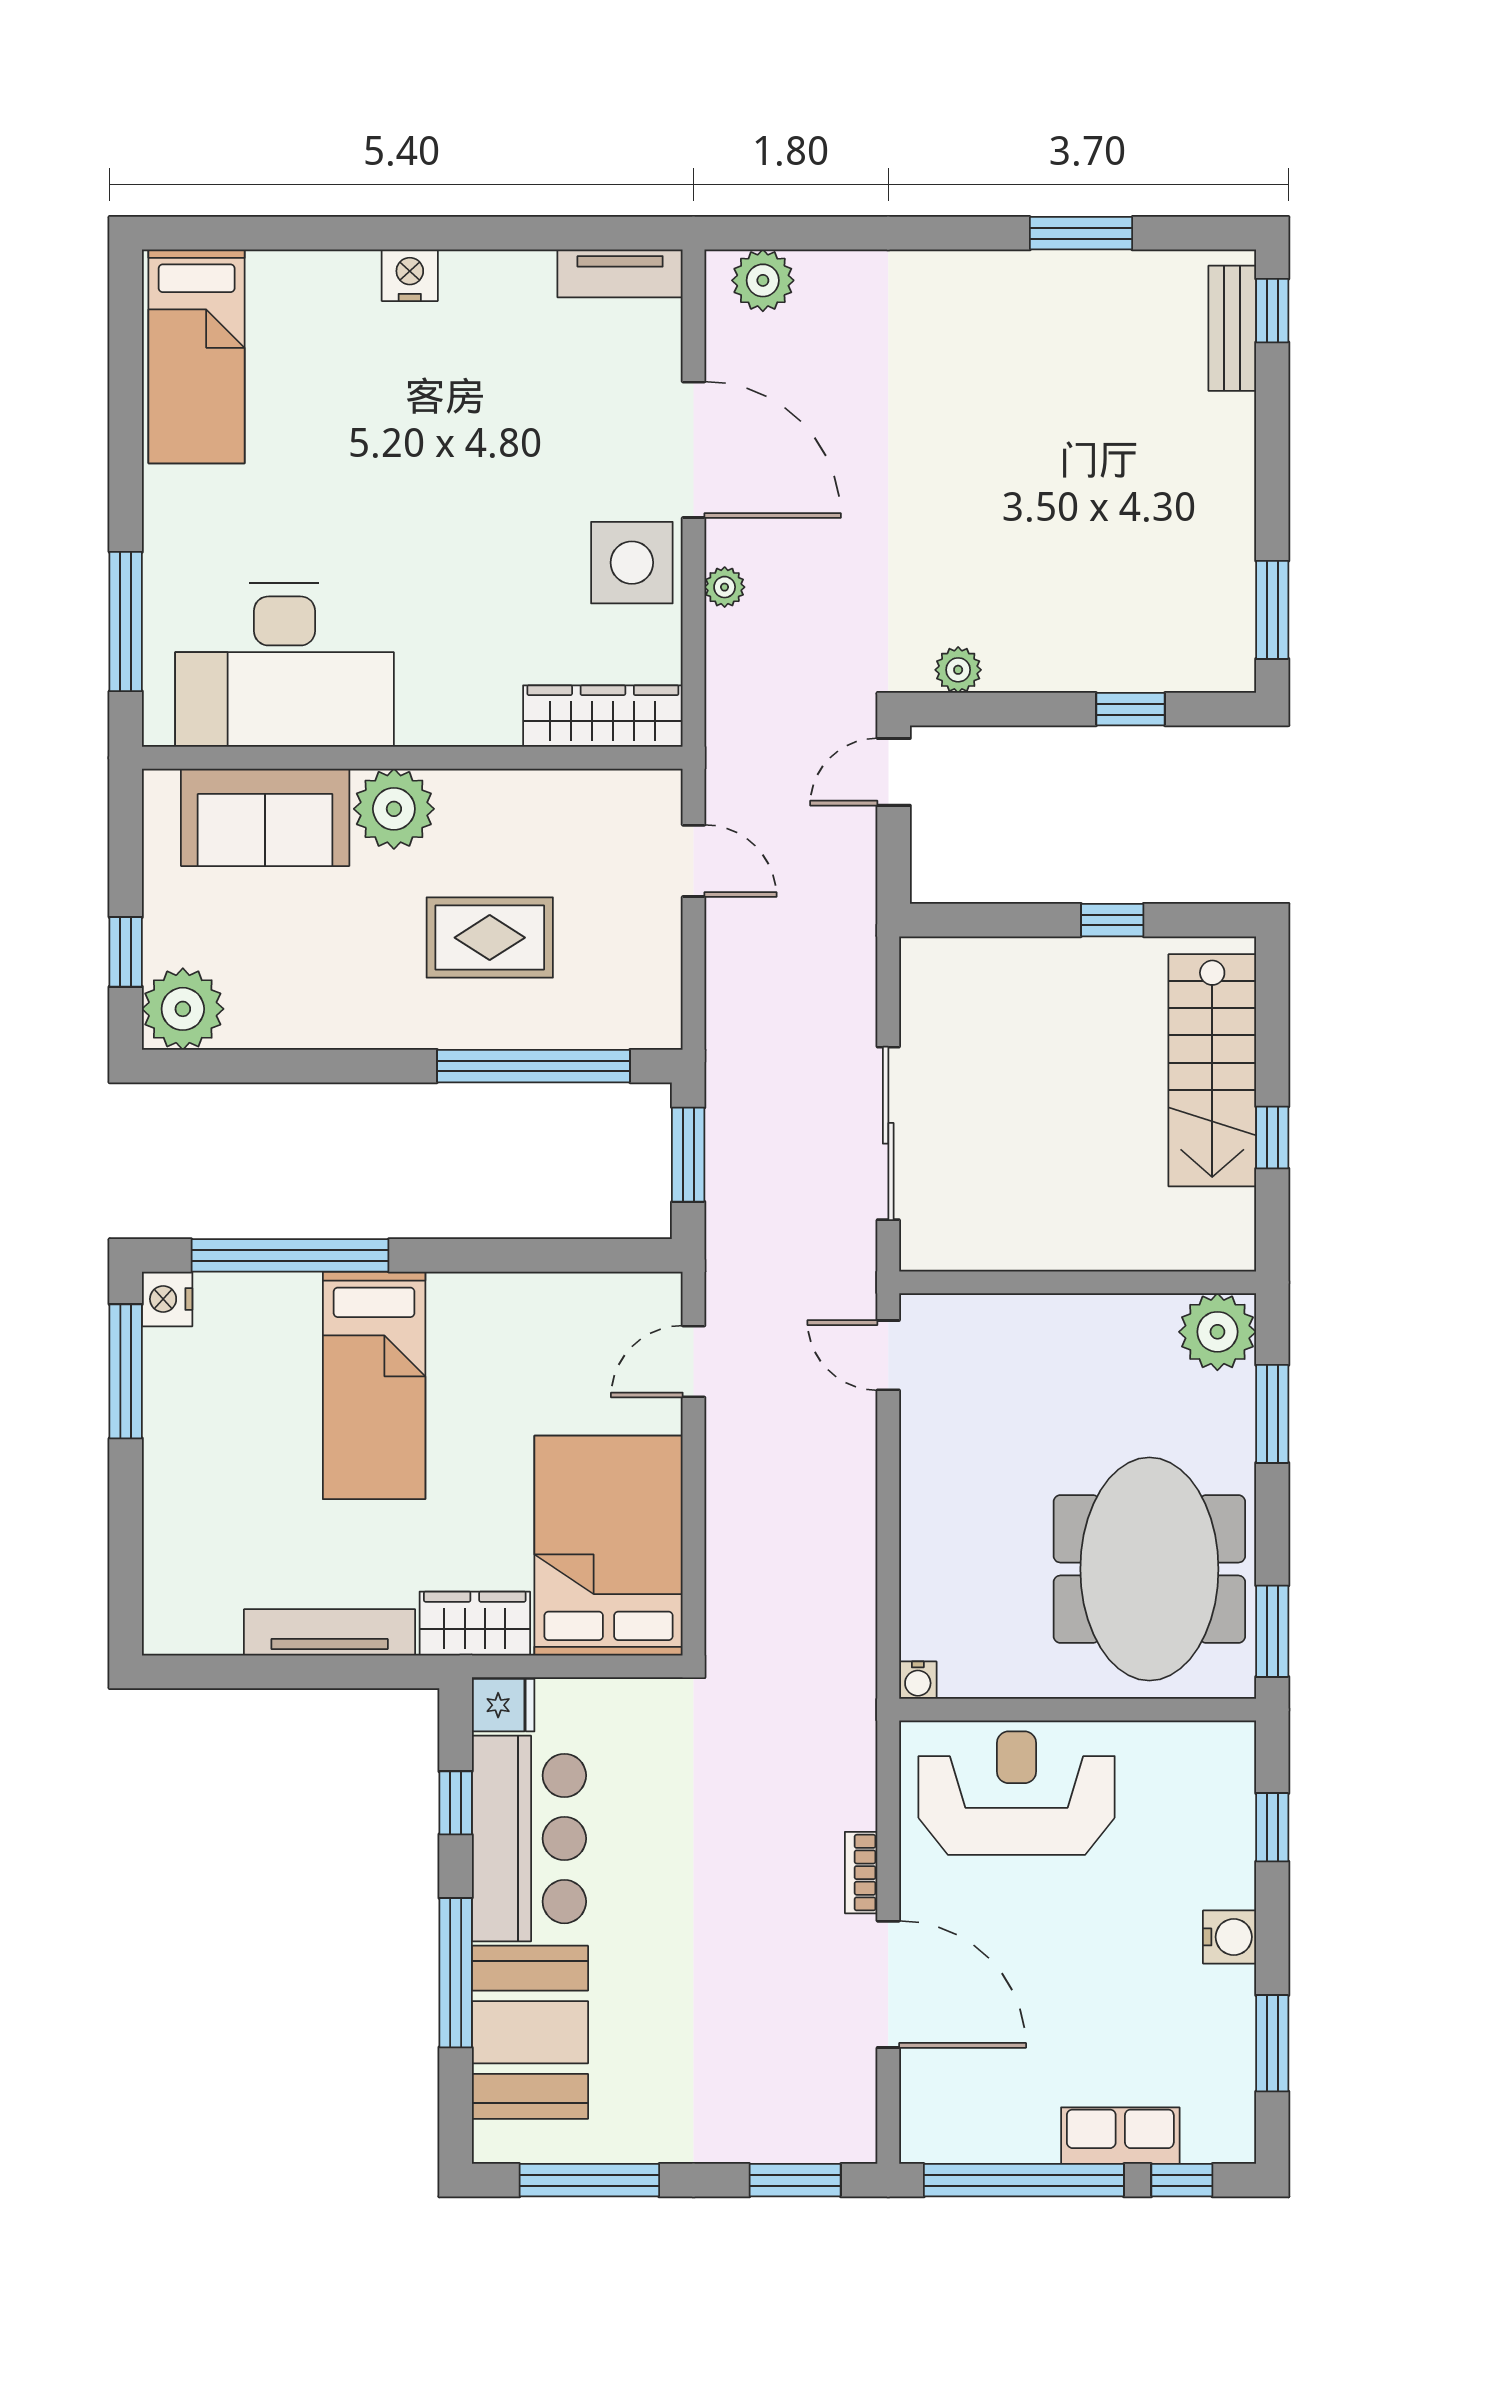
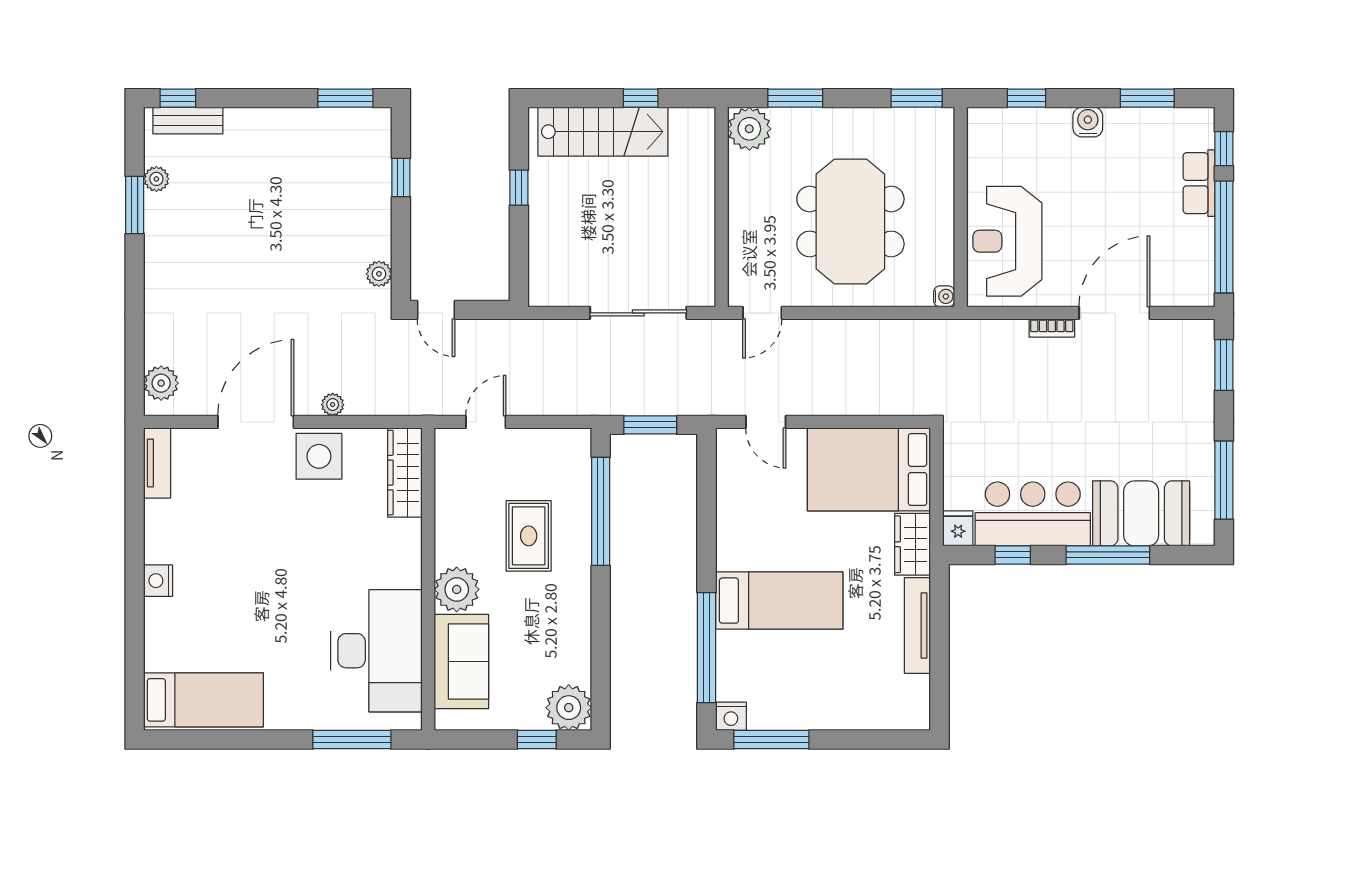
plant: (1128, 272) -> (156, 179), added
meeting table: (1149, 1569) -> (850, 221), moved, turned 90

